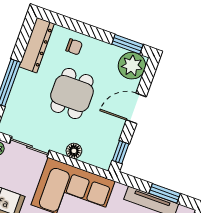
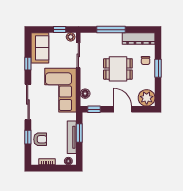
window: (127, 44) -> (158, 68), moved
floor lamp: (74, 151) -> (85, 94), moved
window: (165, 193) -> (79, 133), moved

